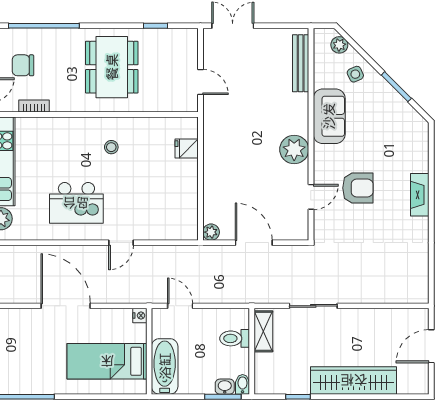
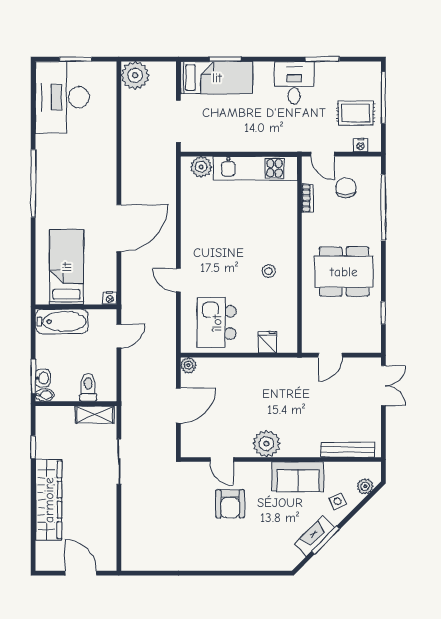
fireplace: (420, 195) -> (315, 536), moved, turned -45
kitchen island: (76, 203) -> (217, 323), moved

